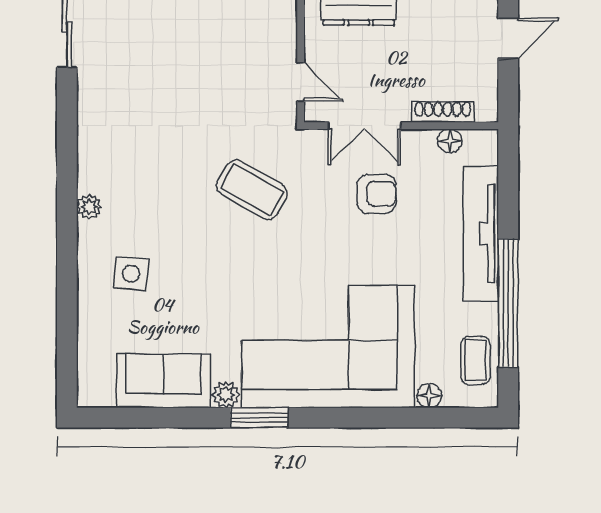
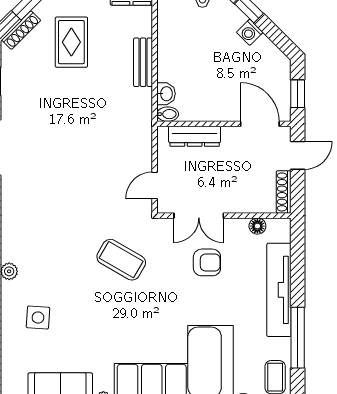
door: (301, 82) -> (155, 185), swing flipped
shoe rack: (443, 112) -> (284, 192), moved, turned -90
window: (508, 303) -> (298, 338), width x0.68

